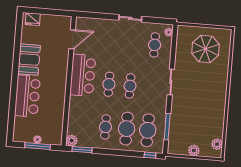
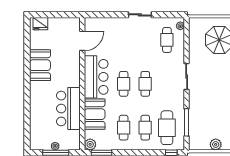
bar counter: (27, 96) -> (68, 109), moved, turned 180
booth: (78, 111) -> (95, 114), added
cafe table: (127, 129) -> (145, 128), width x0.73, depth x0.74

